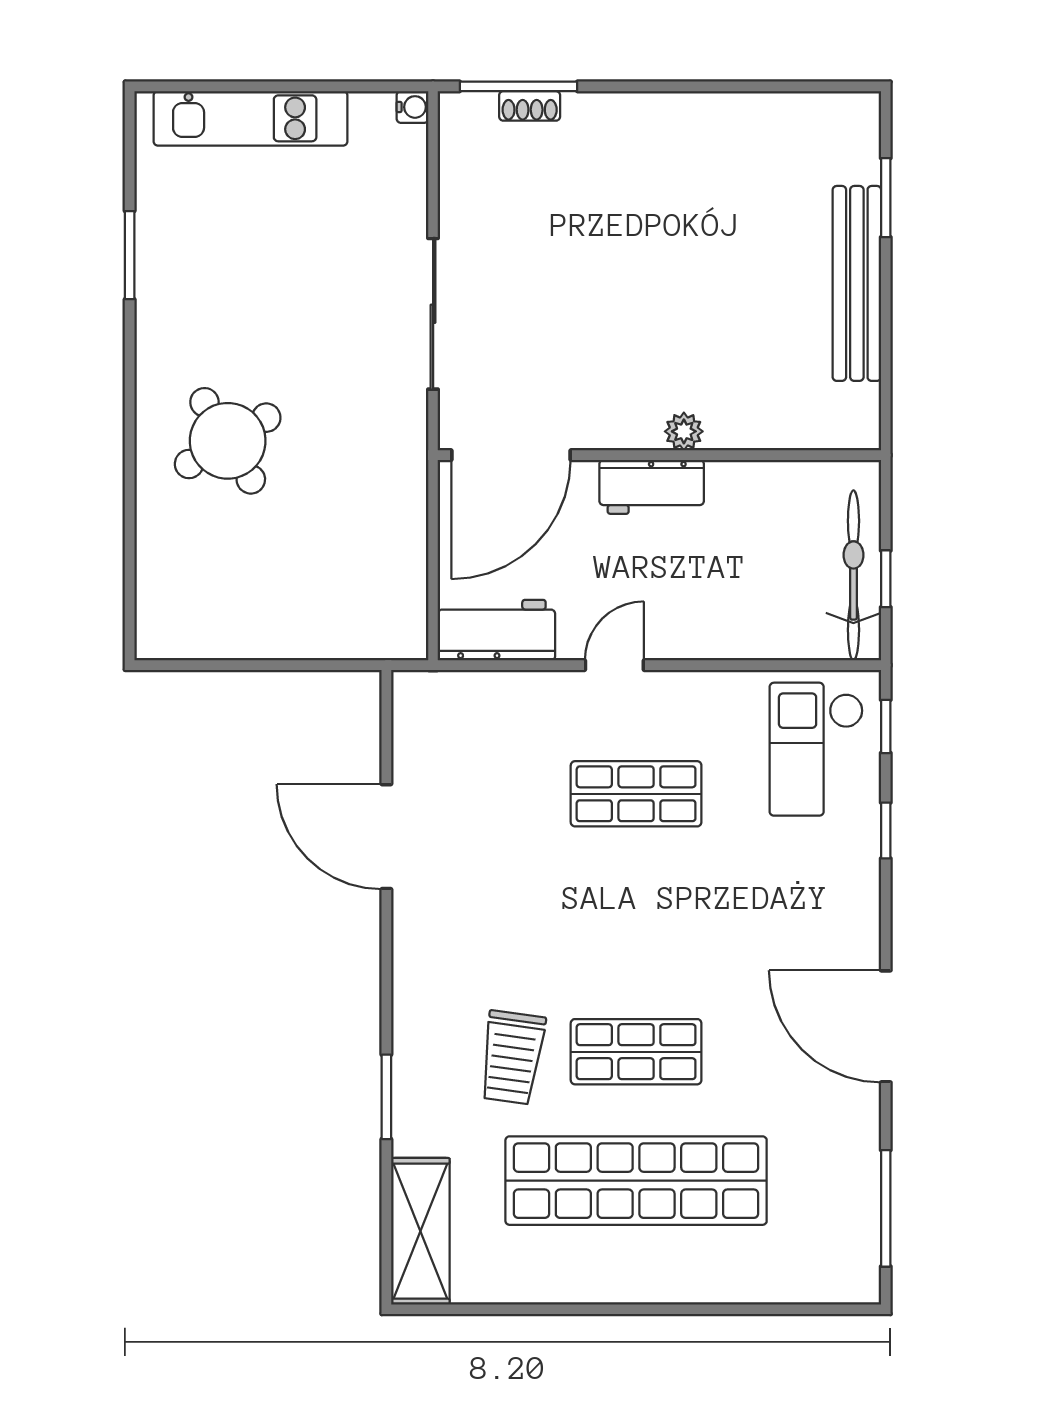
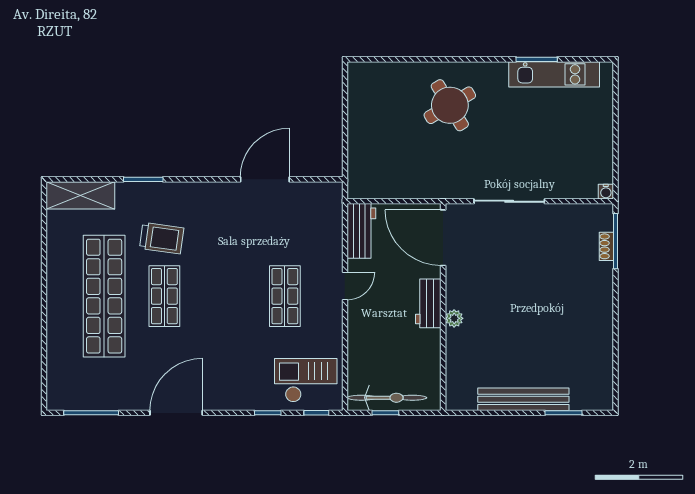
kitchen unit: (251, 118) -> (554, 74), moved, turned -90
door: (614, 665) -> (345, 286), hinge flipped
trolley: (512, 1057) -> (162, 238), turned 180

